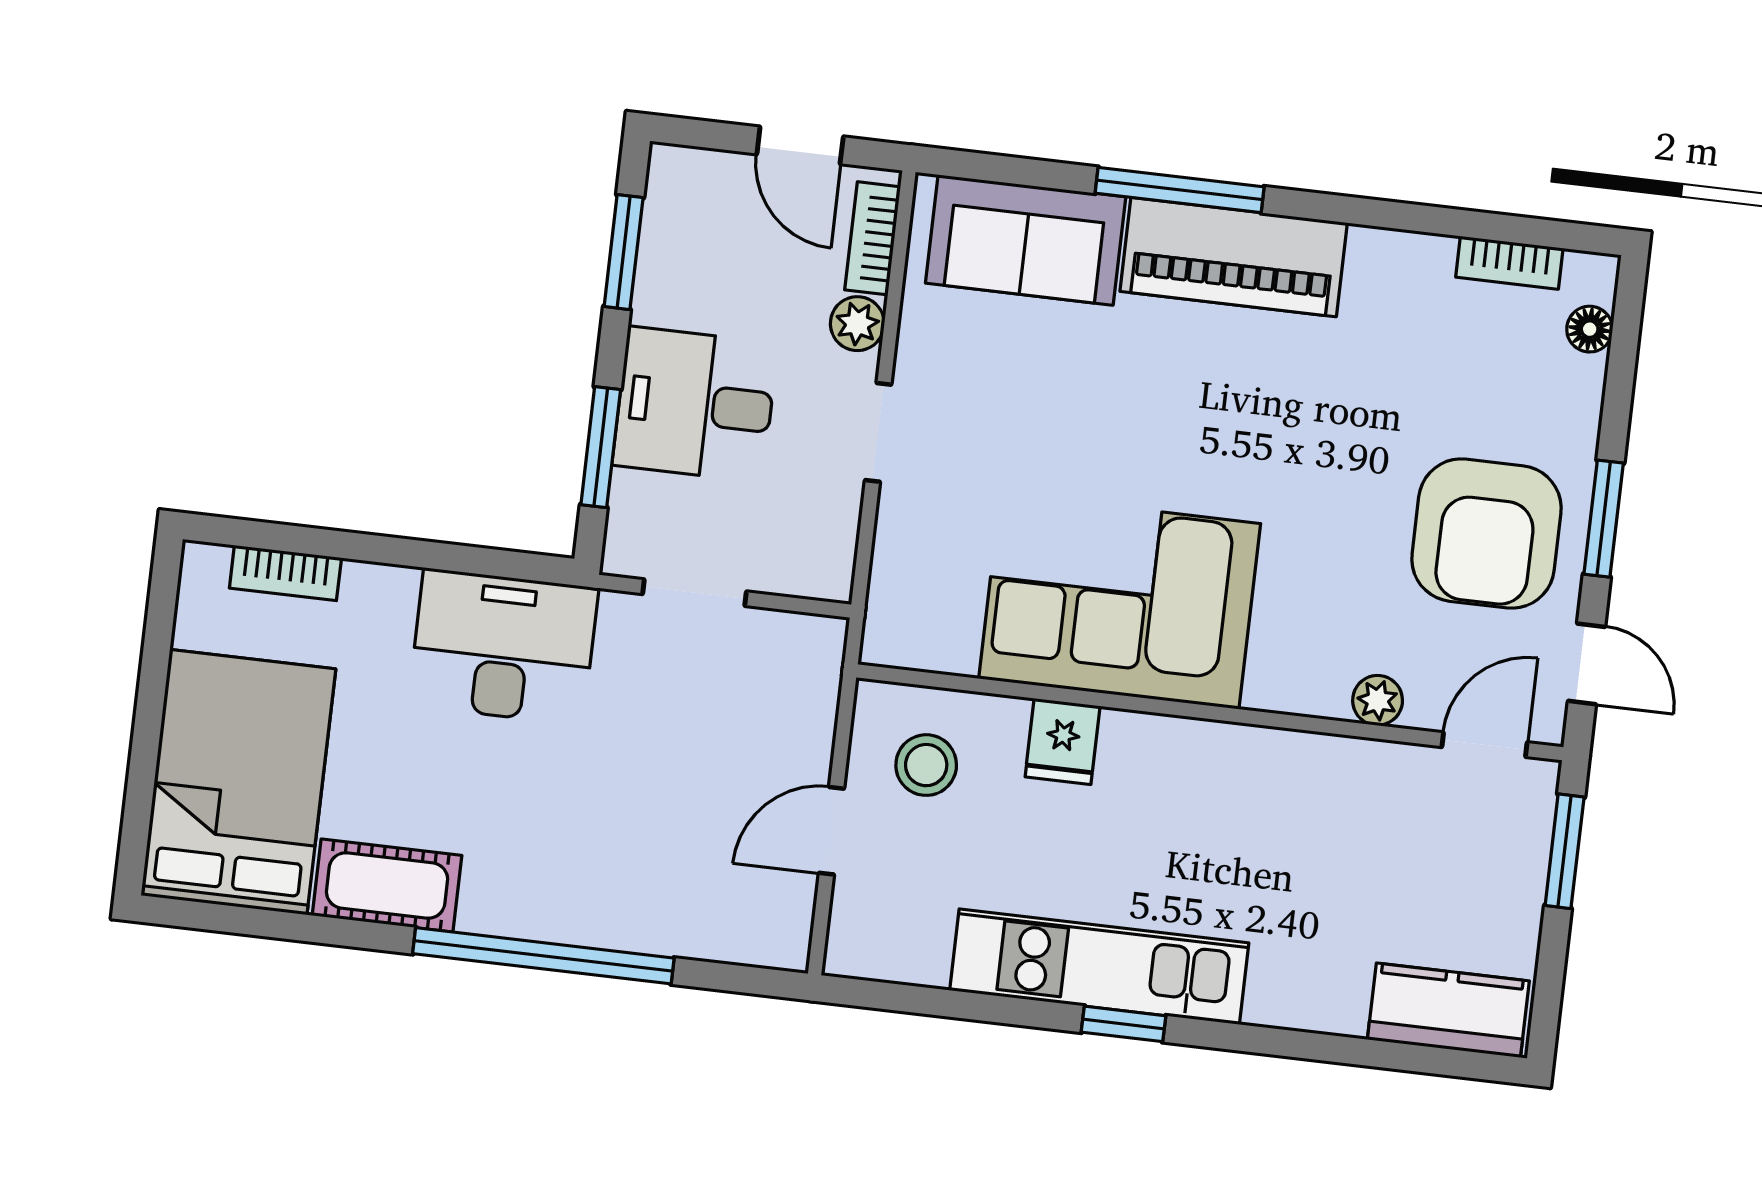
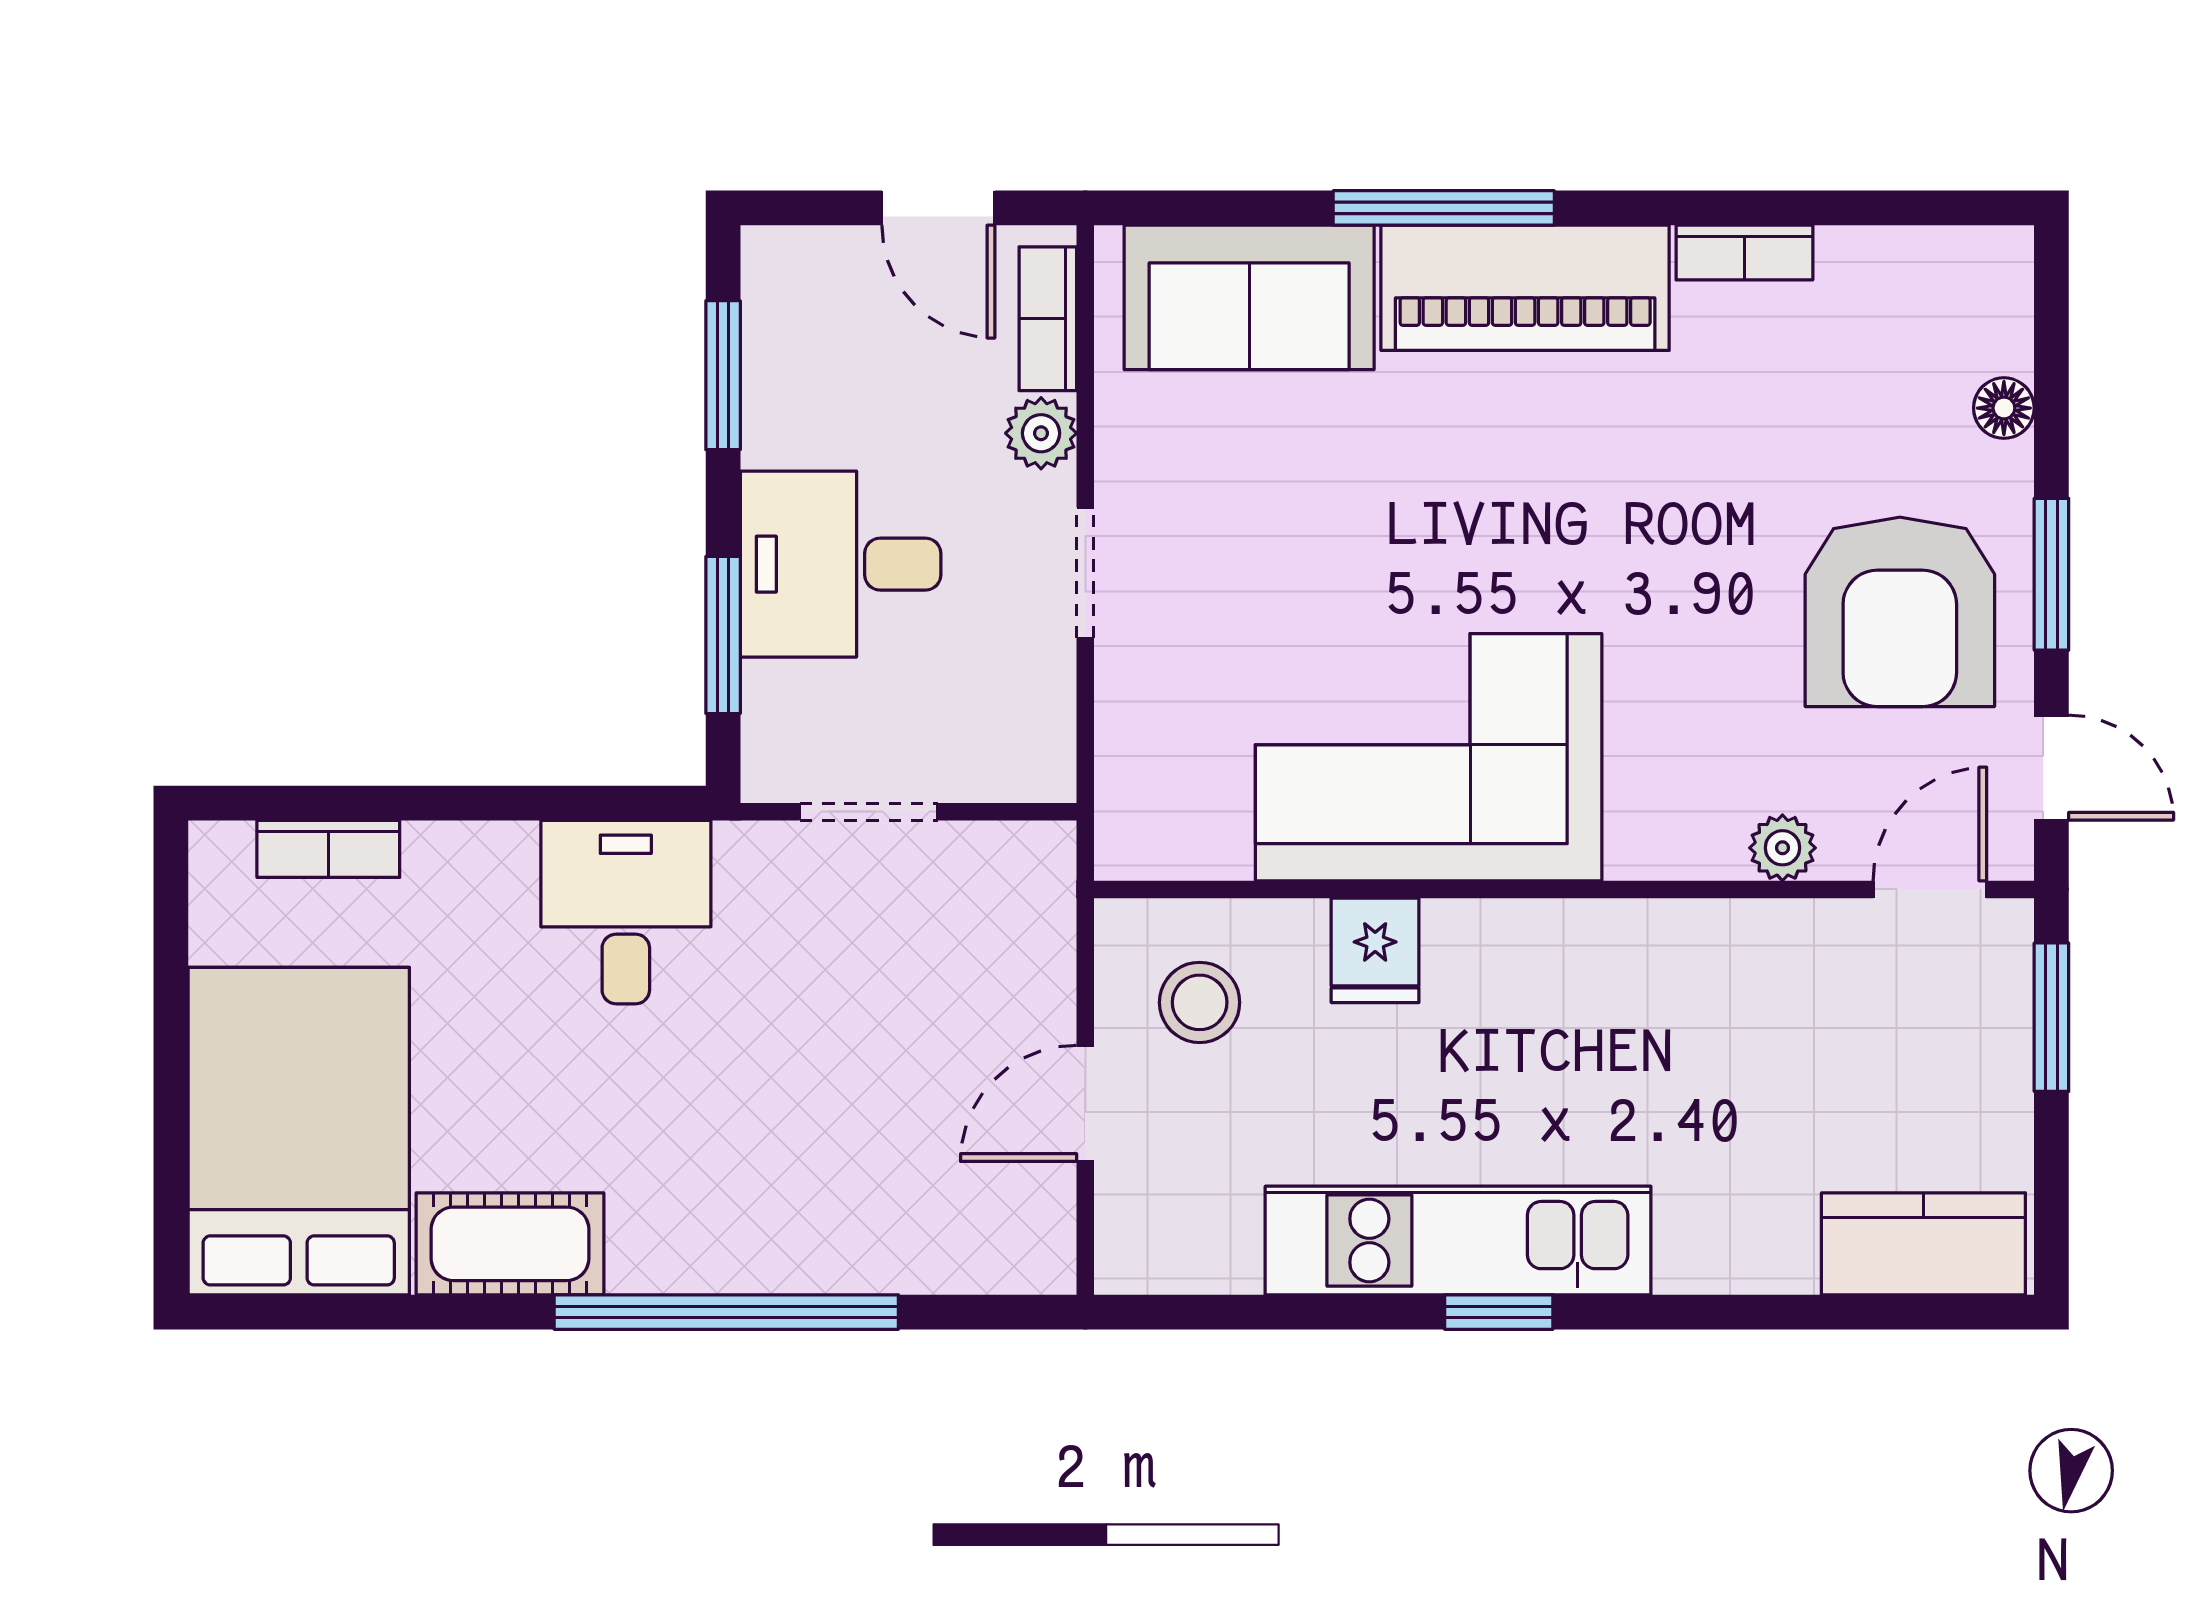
bookcase: (1509, 263) -> (1744, 253), moved
floor lamp: (1590, 329) -> (2004, 408), moved
desk: (503, 647) -> (626, 912), width x0.73

